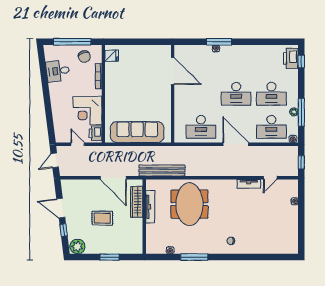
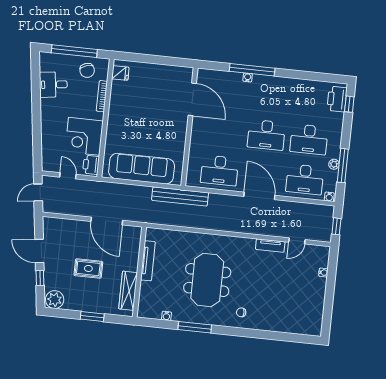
window: (219, 42) -> (252, 70), width x1.46
bench: (162, 171) -> (180, 196), moved
wardrobe: (137, 202) -> (128, 291), moved
meeting table: (189, 204) -> (207, 280), moved

